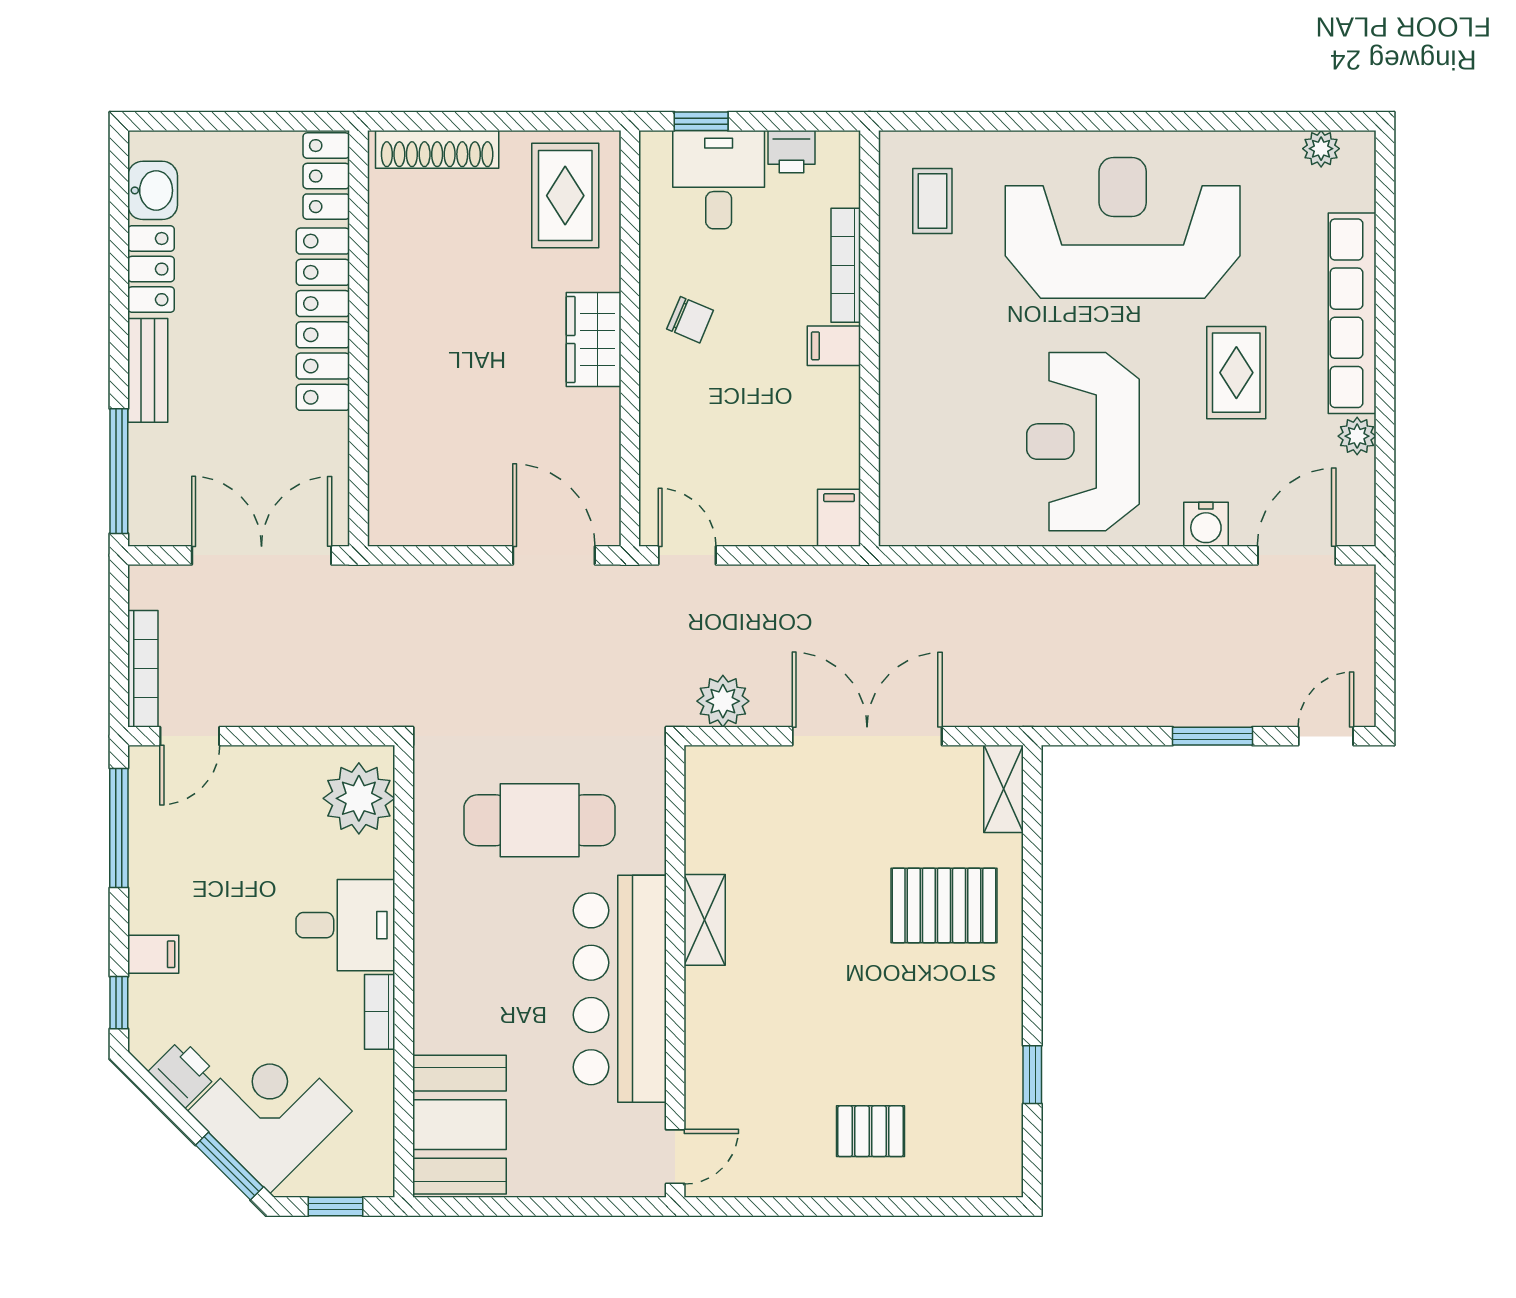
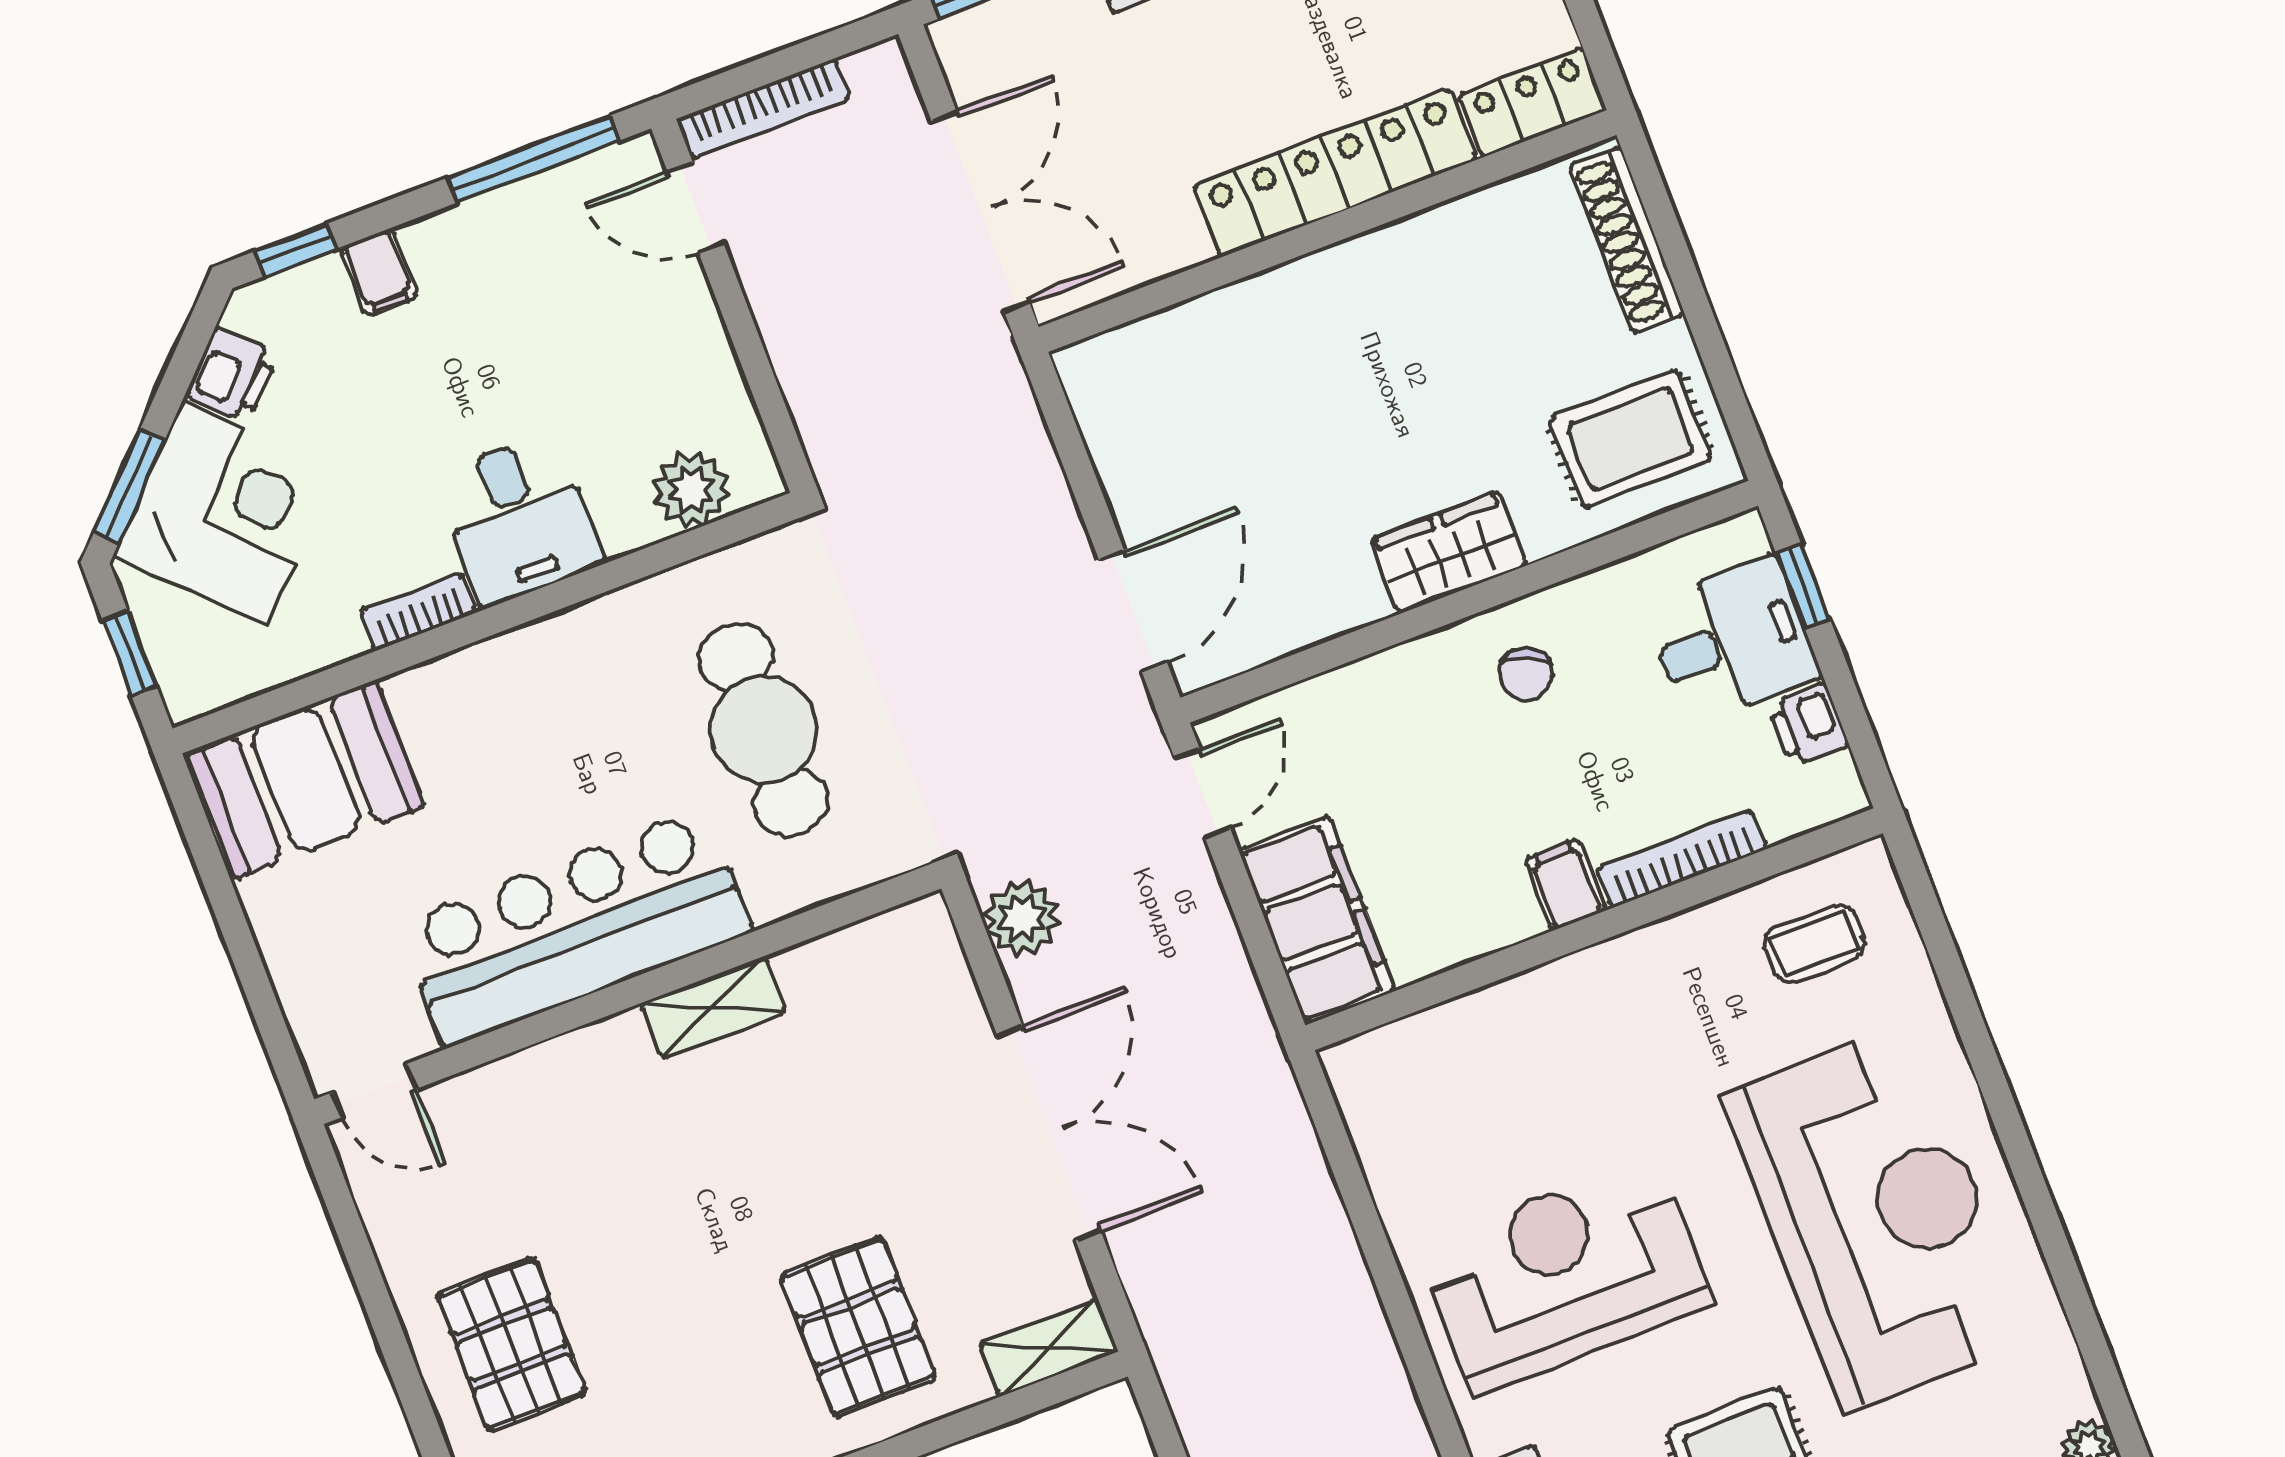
filing cabinet: (839, 518) -> (1317, 920), width x3.00, depth x1.17
plant: (359, 798) -> (691, 490), width x0.73, depth x0.73
pallet: (870, 1131) -> (511, 1344), width x1.50, depth x1.42

